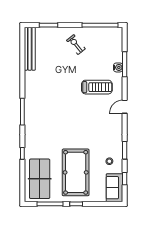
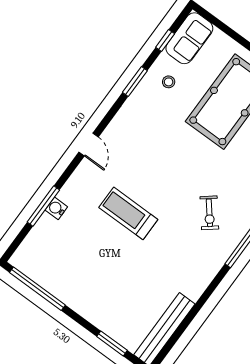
exercise bike: (76, 45) -> (209, 213), moved
treadmill: (97, 87) -> (128, 213), moved
door: (125, 107) -> (89, 145), hinge flipped

